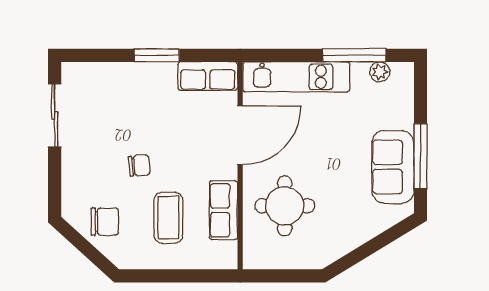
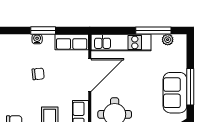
water cooler: (146, 71) -> (37, 39), added
chair: (139, 165) -> (38, 74), moved

